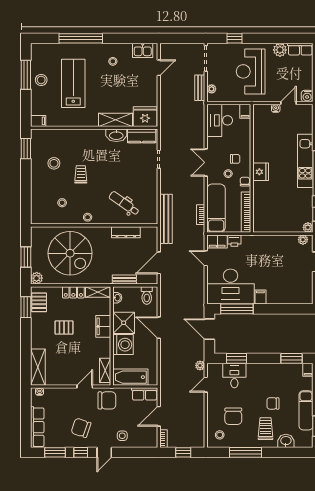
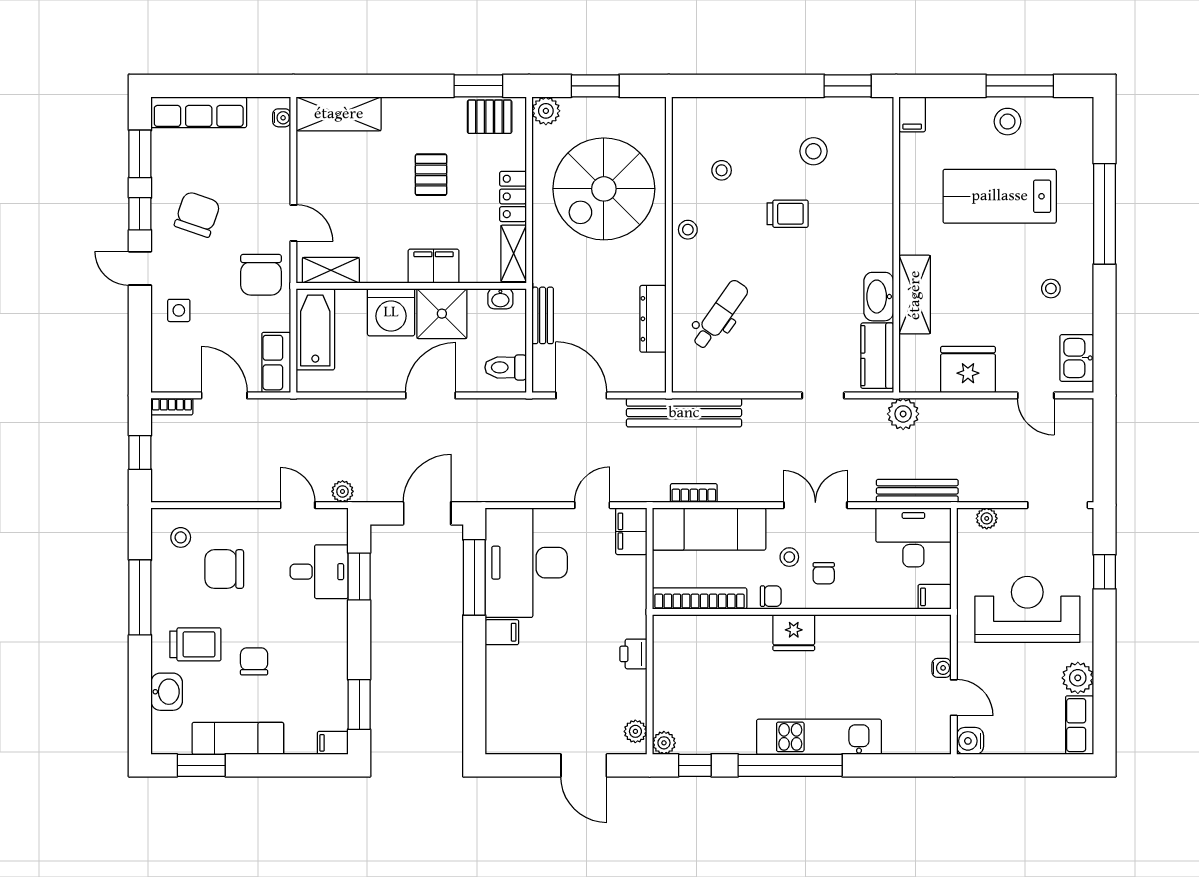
lab bench: (73, 83) -> (1000, 196), turned 180
bench: (200, 88) -> (917, 491), moved, width x1.36
fridge: (145, 117) -> (968, 370), moved, turned -90
plant: (167, 125) -> (903, 414), added
printer: (234, 241) -> (633, 654), moved

